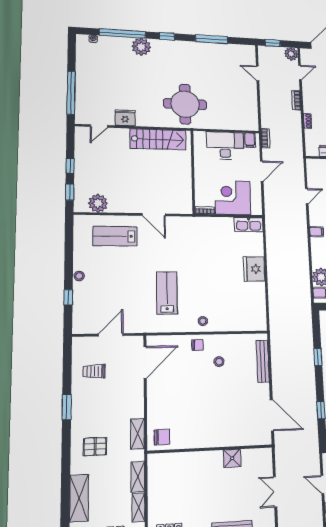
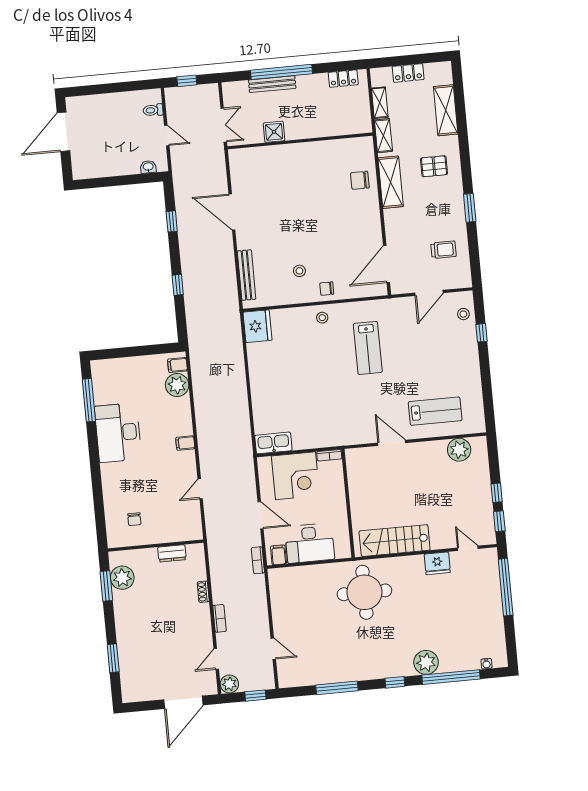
door: (99, 126) -> (468, 548), hinge flipped
door: (262, 171) -> (261, 515), swing flipped
window: (70, 192) -> (499, 521), moved
fridge: (254, 269) -> (257, 326), moved
stool: (79, 276) -> (463, 314), moved
shelving: (137, 434) -> (391, 182), width x1.50, depth x1.33
wall: (211, 449) -> (300, 141), moved
shower: (232, 458) -> (274, 132), moved

